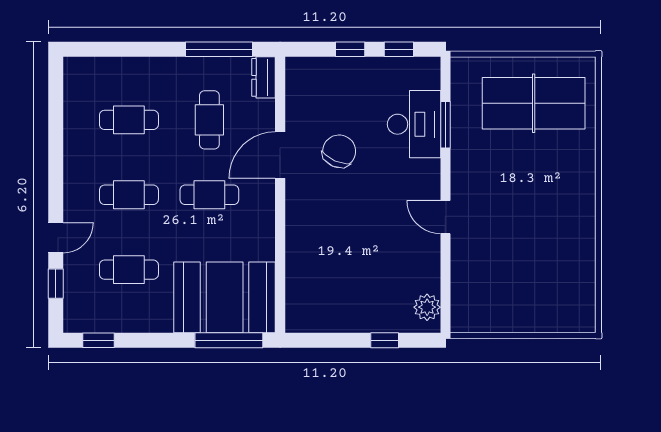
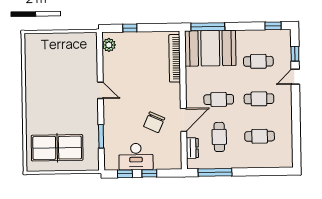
dresser: (264, 77) -> (192, 148), moved
desk: (414, 124) -> (136, 157), moved, turned -90
bookcase: (296, 278) -> (175, 58), added

